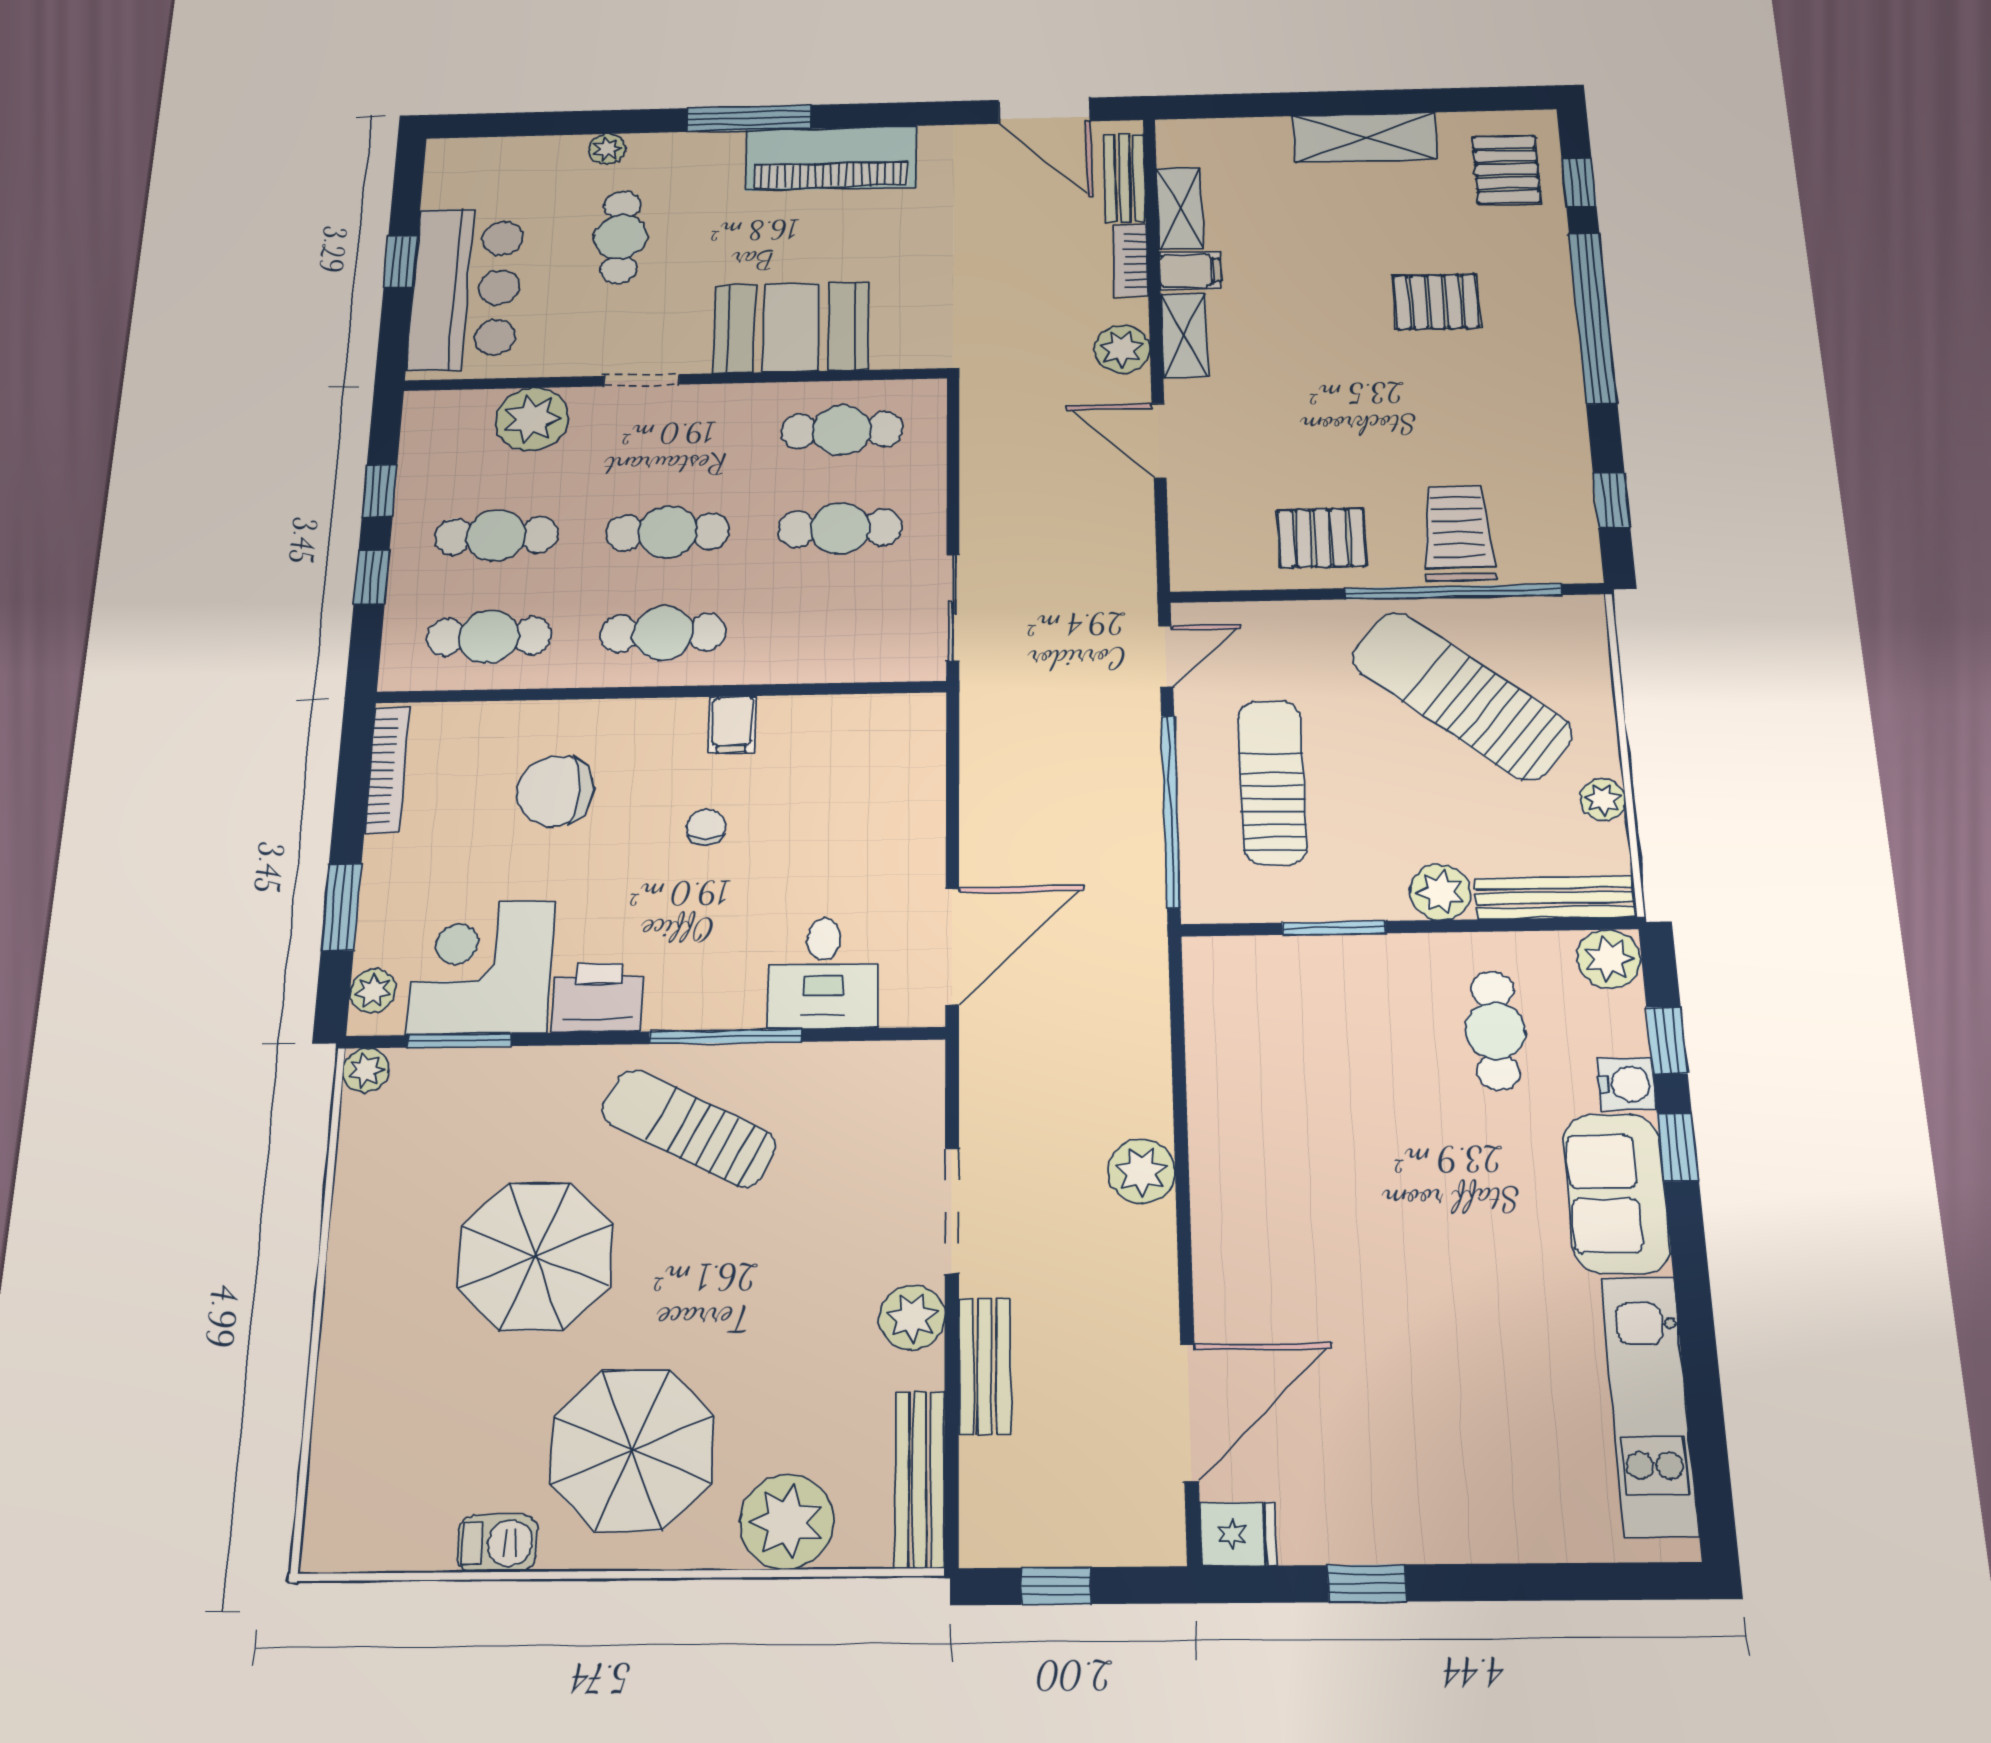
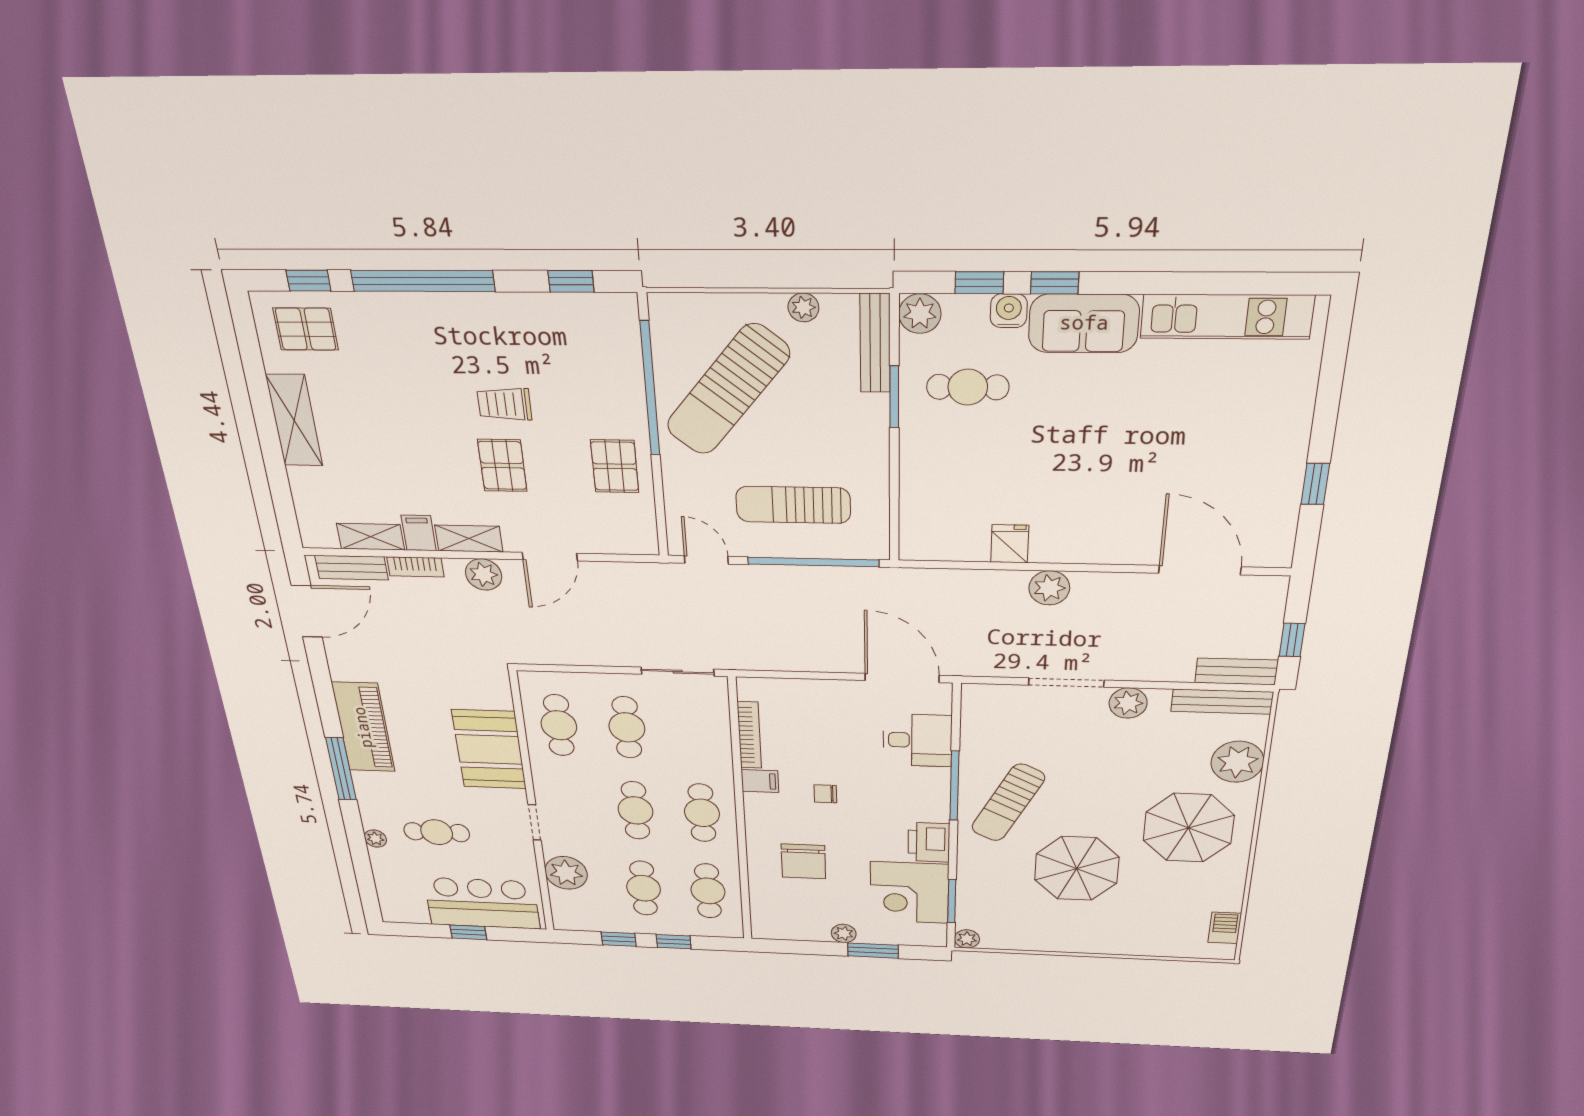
pallet: (1436, 302) -> (502, 465), moved
trolley: (1458, 533) -> (504, 404), moved, width x0.73, depth x0.72
bookcase: (387, 770) -> (749, 735), moved, turned 90
plant: (1441, 892) -> (870, 413), removed
window: (1334, 928) -> (894, 397), moved
plant: (373, 991) -> (844, 933), moved
bench: (985, 1366) -> (1236, 671), moved
fridge: (1238, 1534) -> (1010, 544), moved
barbecue: (497, 1543) -> (1225, 928), moved

